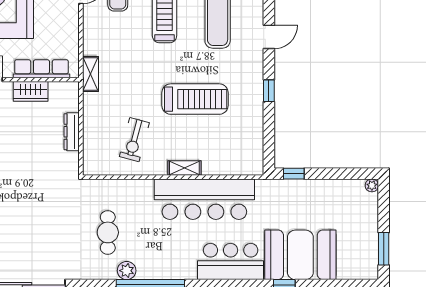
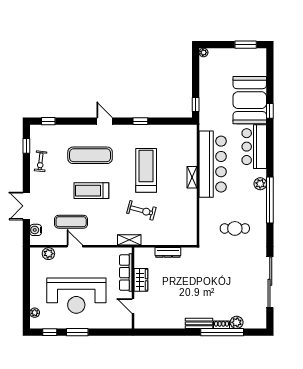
exercise bike: (134, 140) -> (141, 210), moved
plant: (127, 271) -> (260, 184), moved

